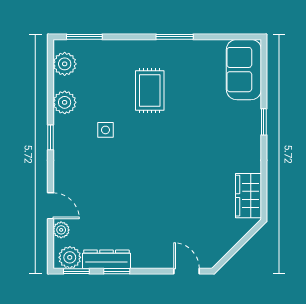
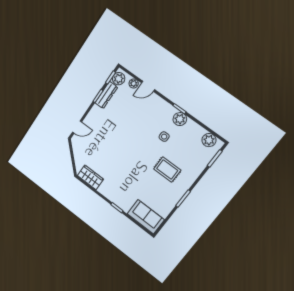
plant: (65, 102) -> (180, 119), moved

